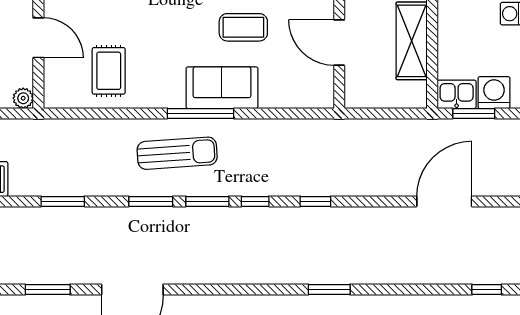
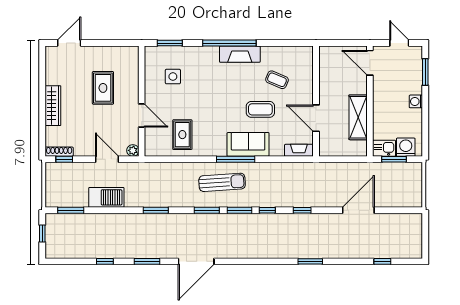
fireplace: (310, 98) -> (299, 150), added
door: (444, 201) -> (358, 210), moved
window: (487, 289) -> (382, 261), moved

